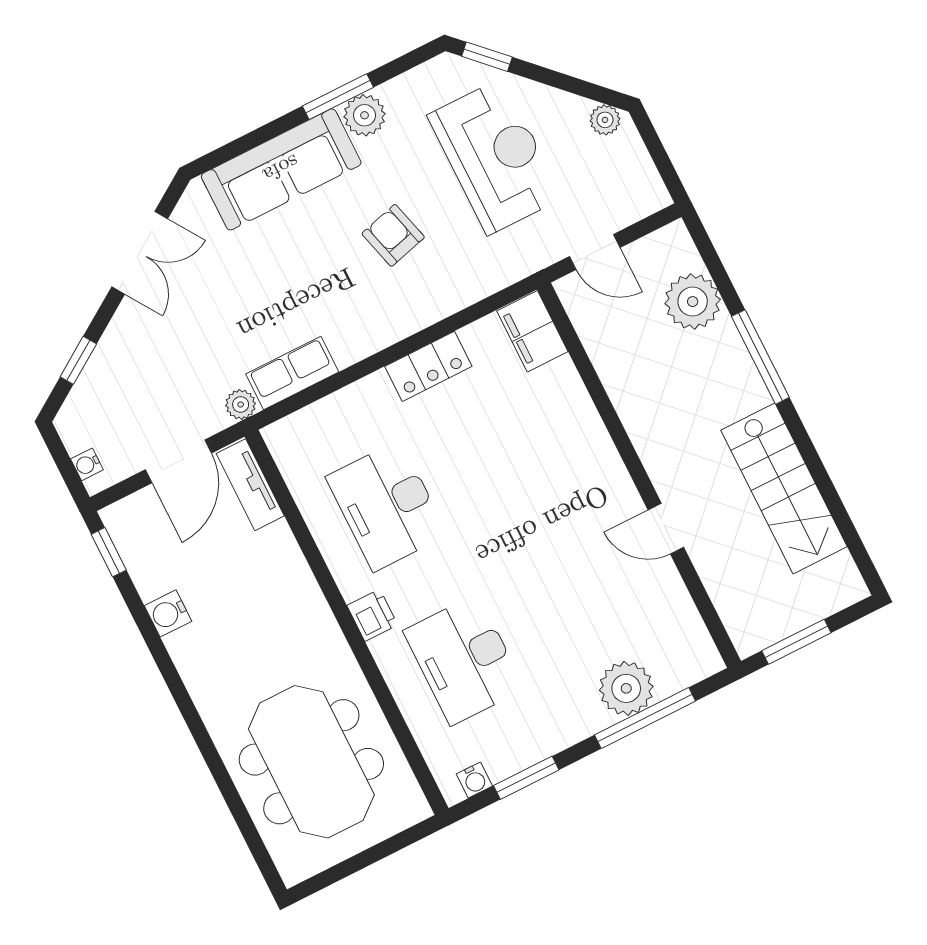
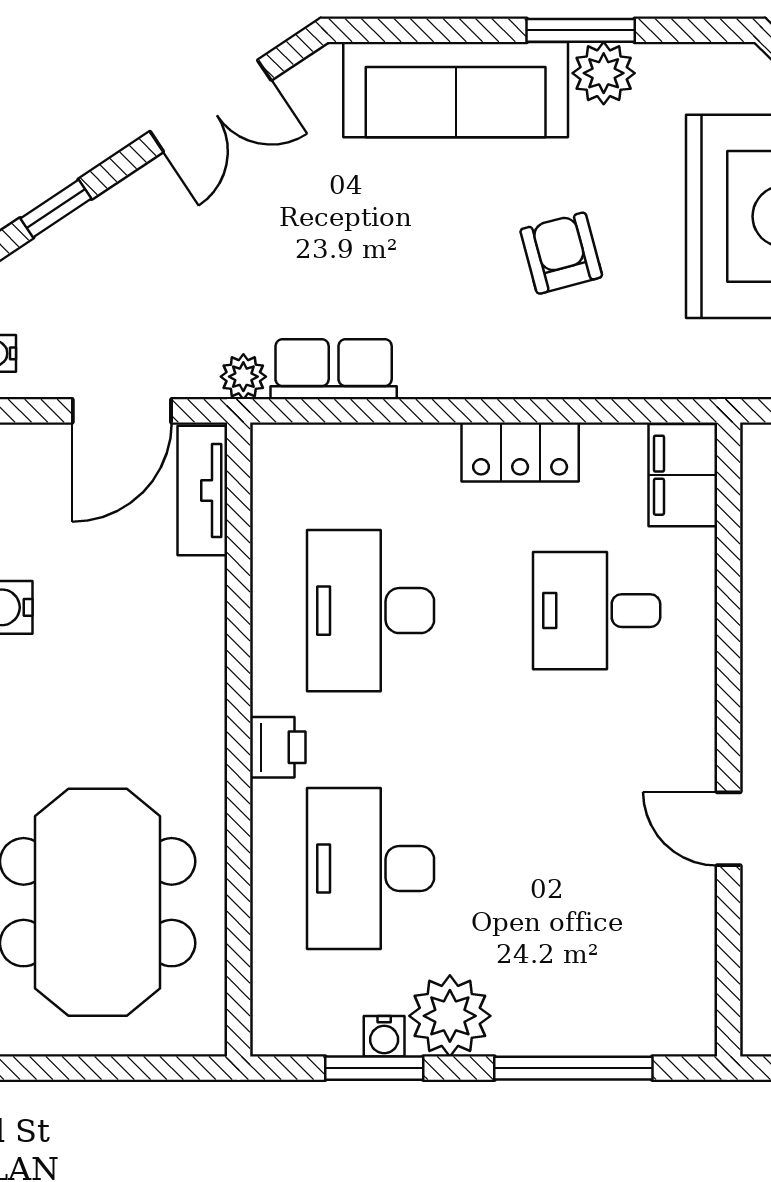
desk: (522, 438) -> (597, 611), added
plant: (626, 688) -> (450, 1016), moved
water cooler: (474, 780) -> (384, 1036), moved

